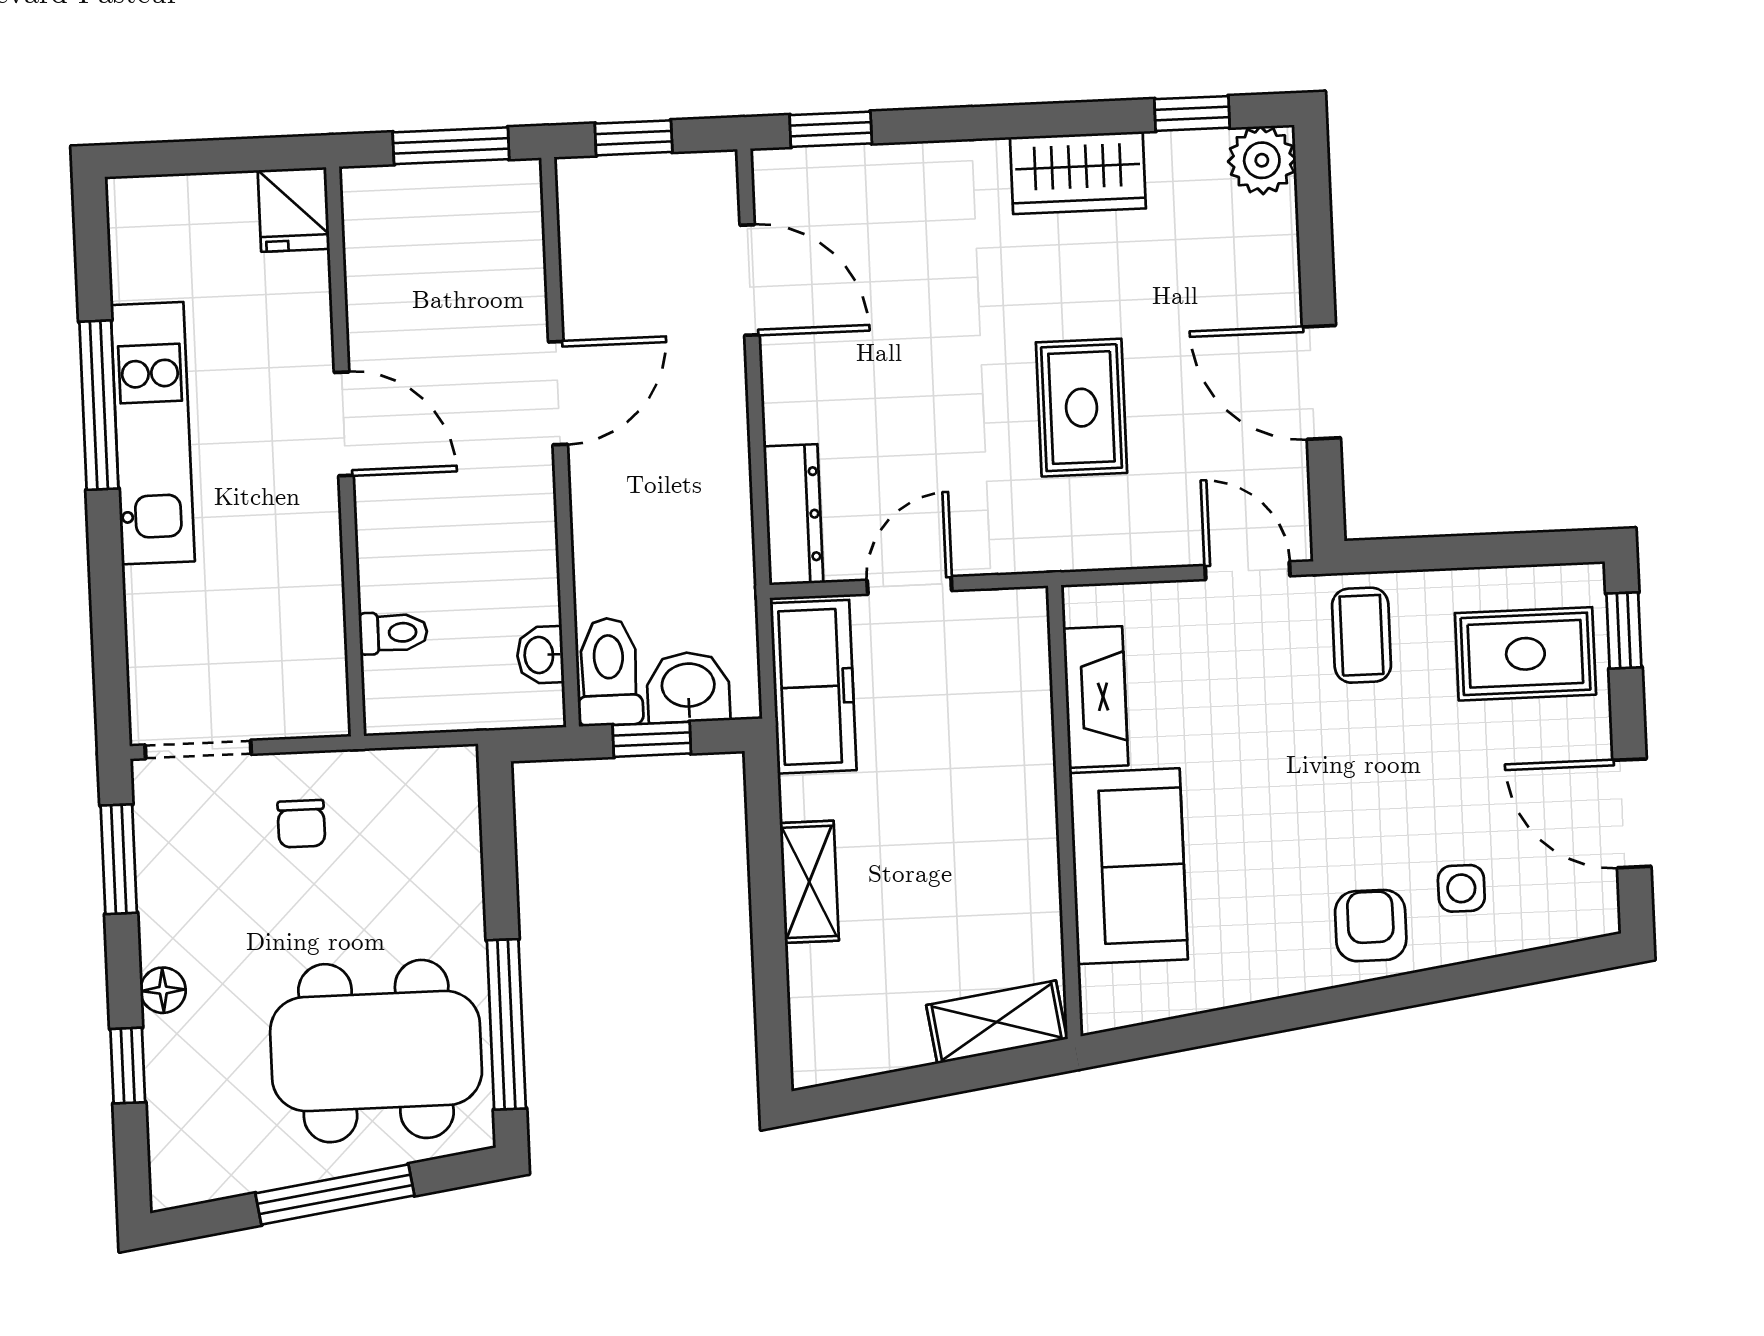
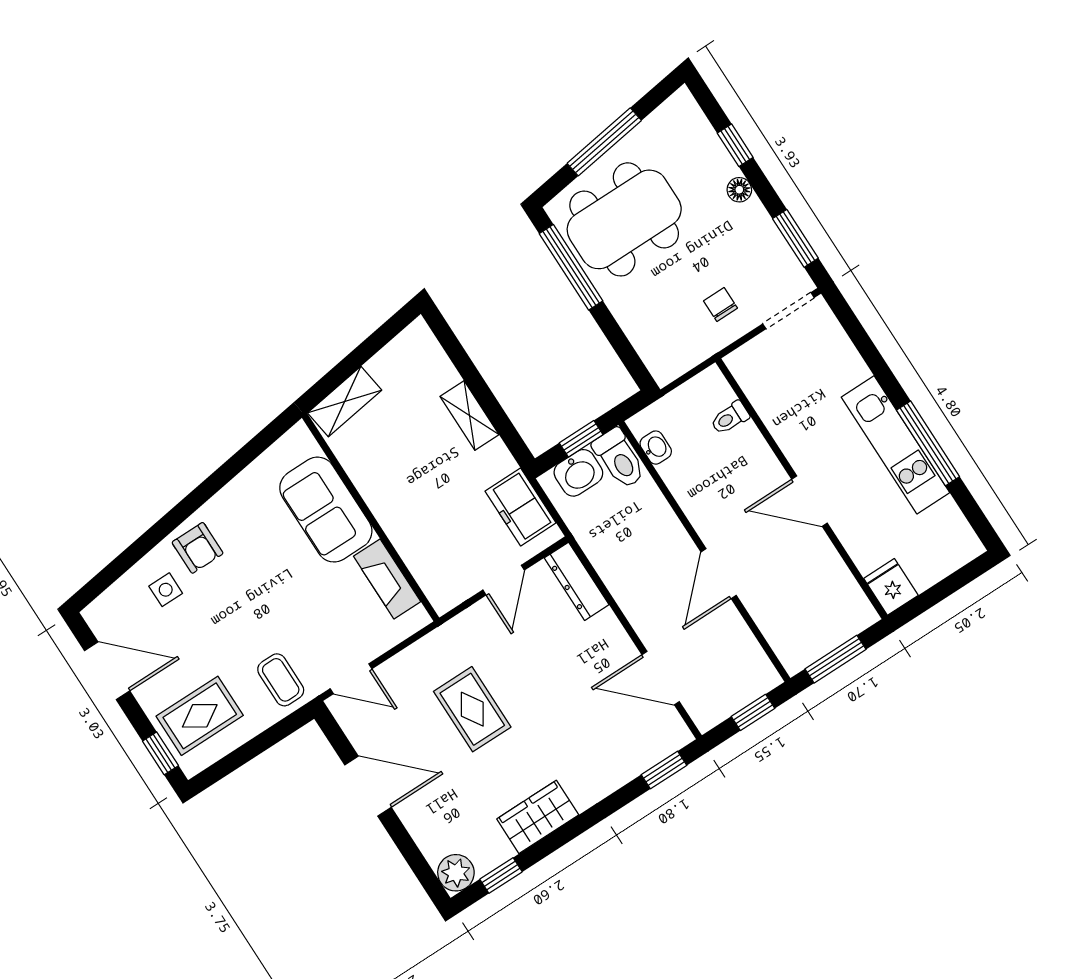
freezer: (813, 687) -> (521, 507), width x0.71

